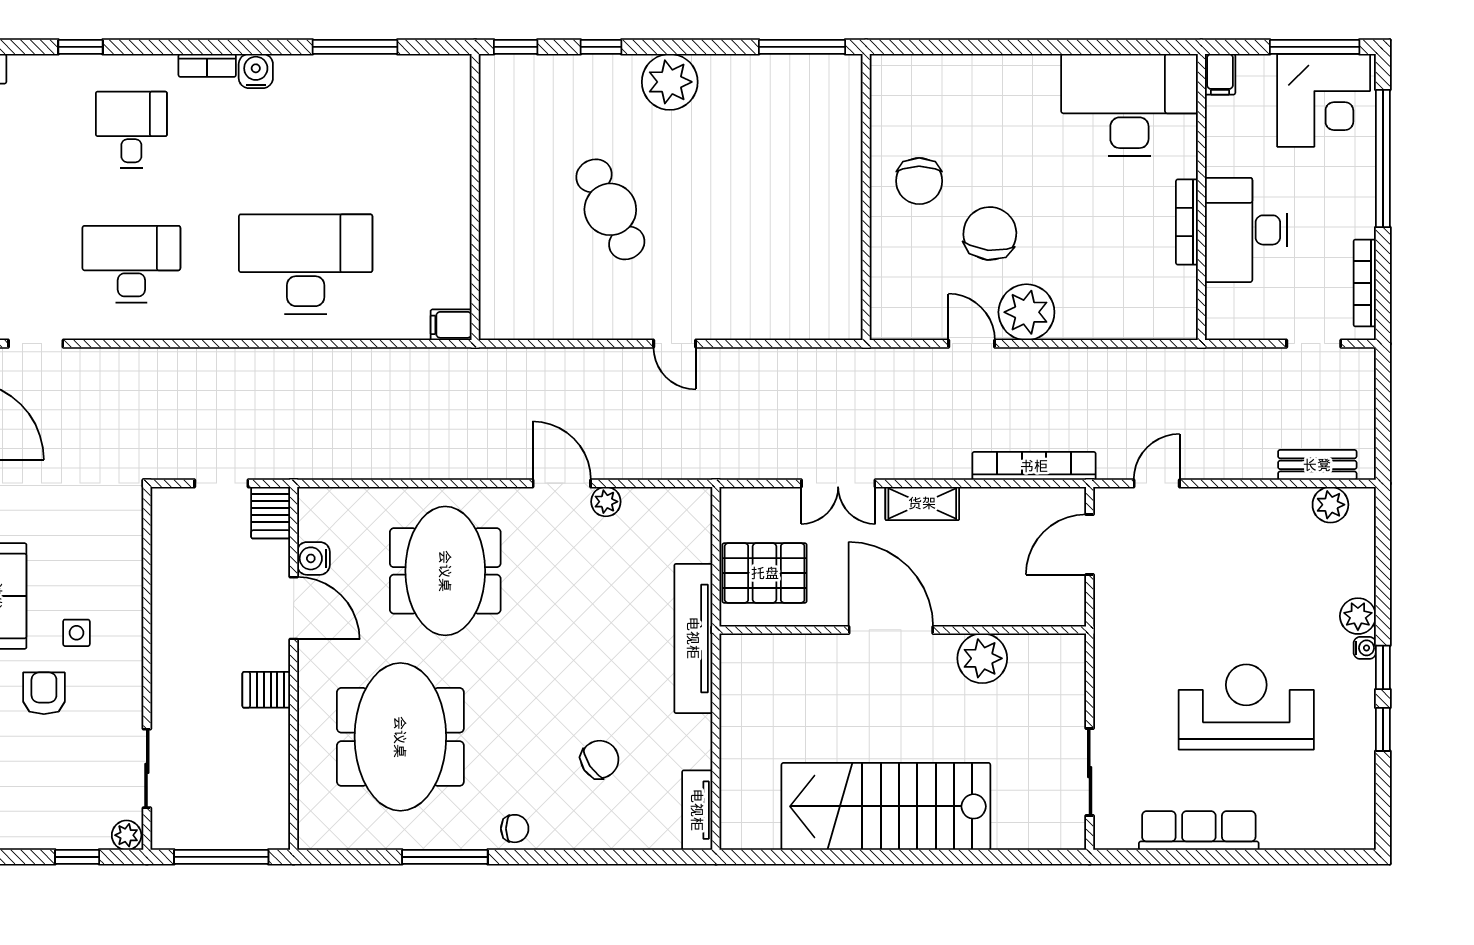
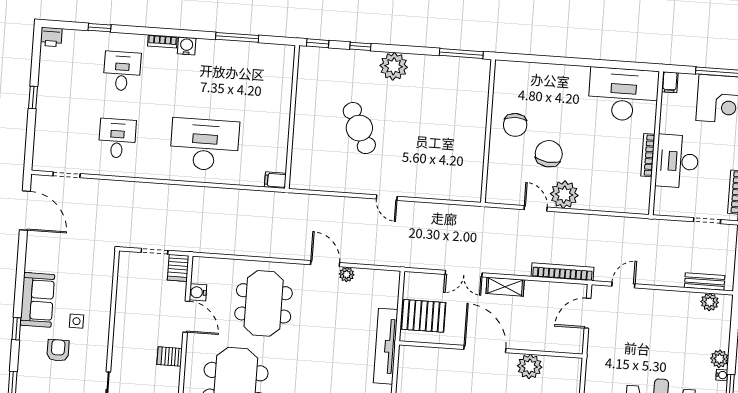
desk: (131, 264) -> (117, 138), width x0.73

